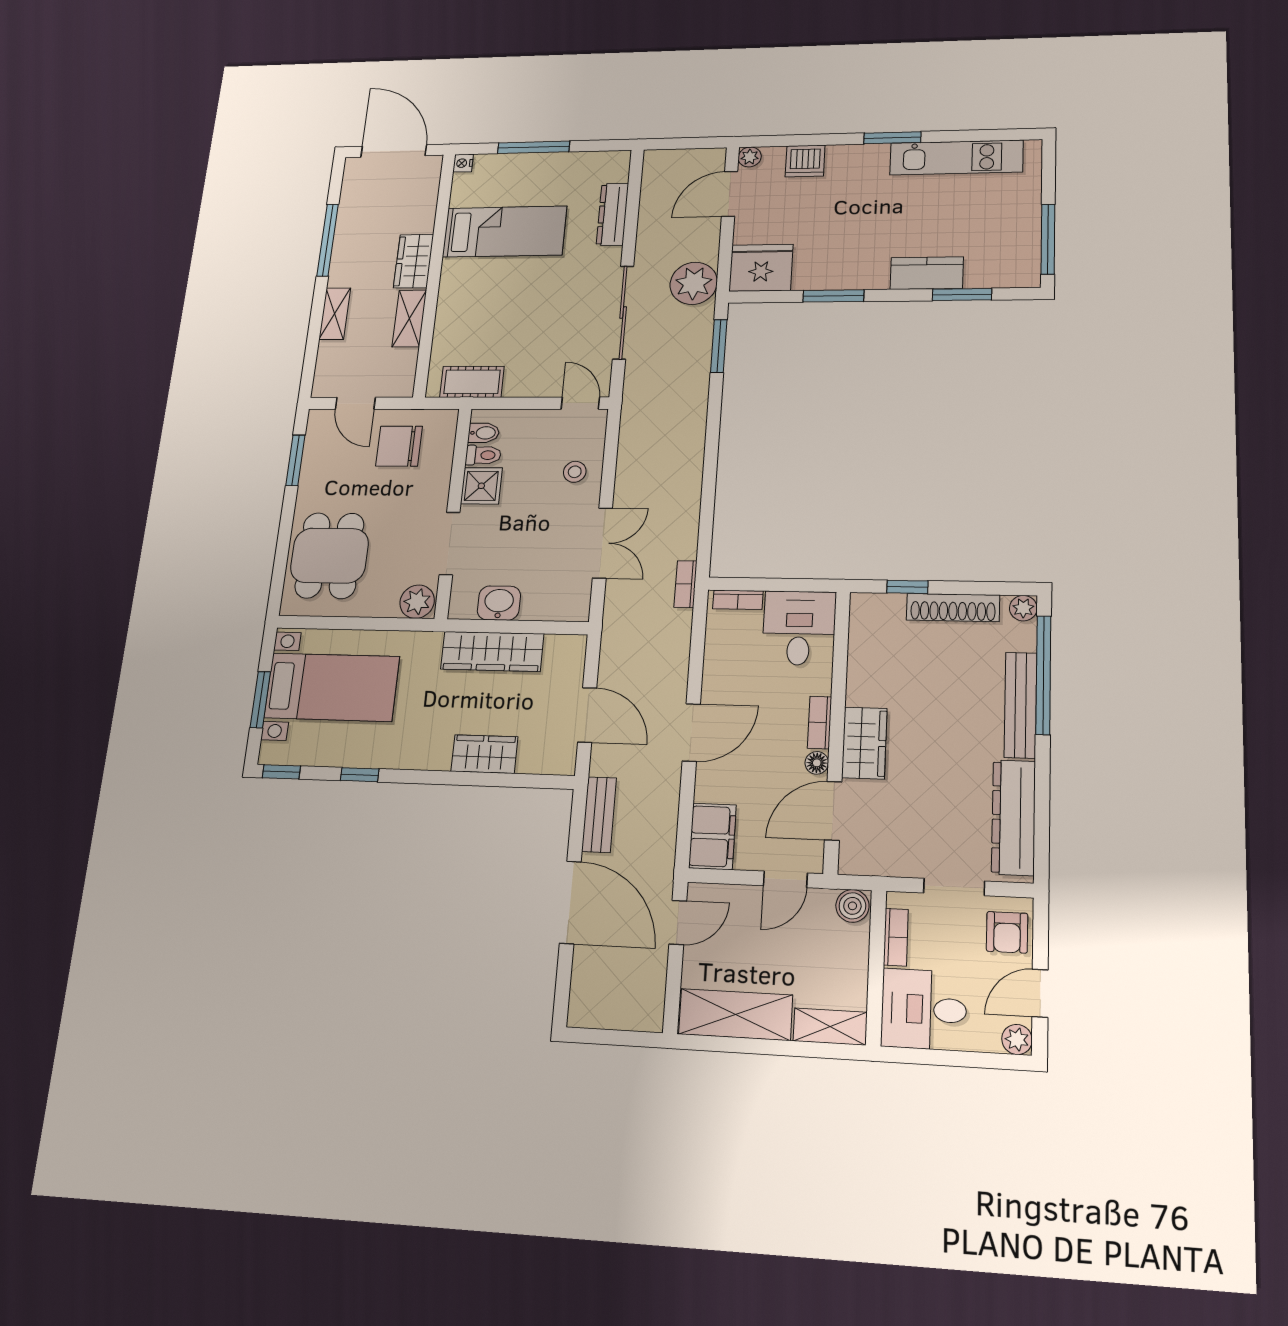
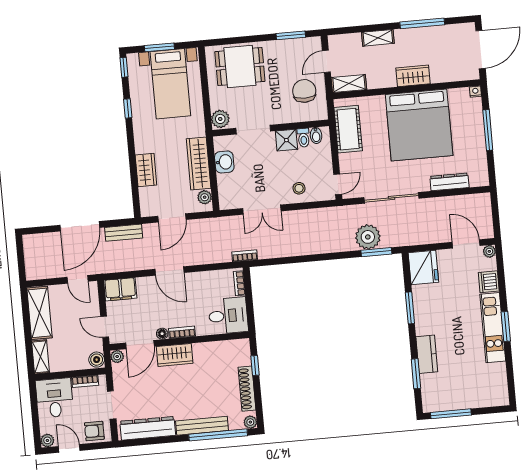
kitchen unit: (956, 158) -> (493, 328), moved
bed: (504, 232) -> (419, 125), width x2.04
plant: (694, 283) -> (368, 237), moved
shelving: (409, 318) -> (349, 83), moved
cot: (472, 382) -> (348, 129), width x1.37, depth x1.34
plant: (559, 647) -> (205, 197), added
door: (833, 811) -> (140, 345), swing flipped
plant: (852, 862) -> (117, 356), added

